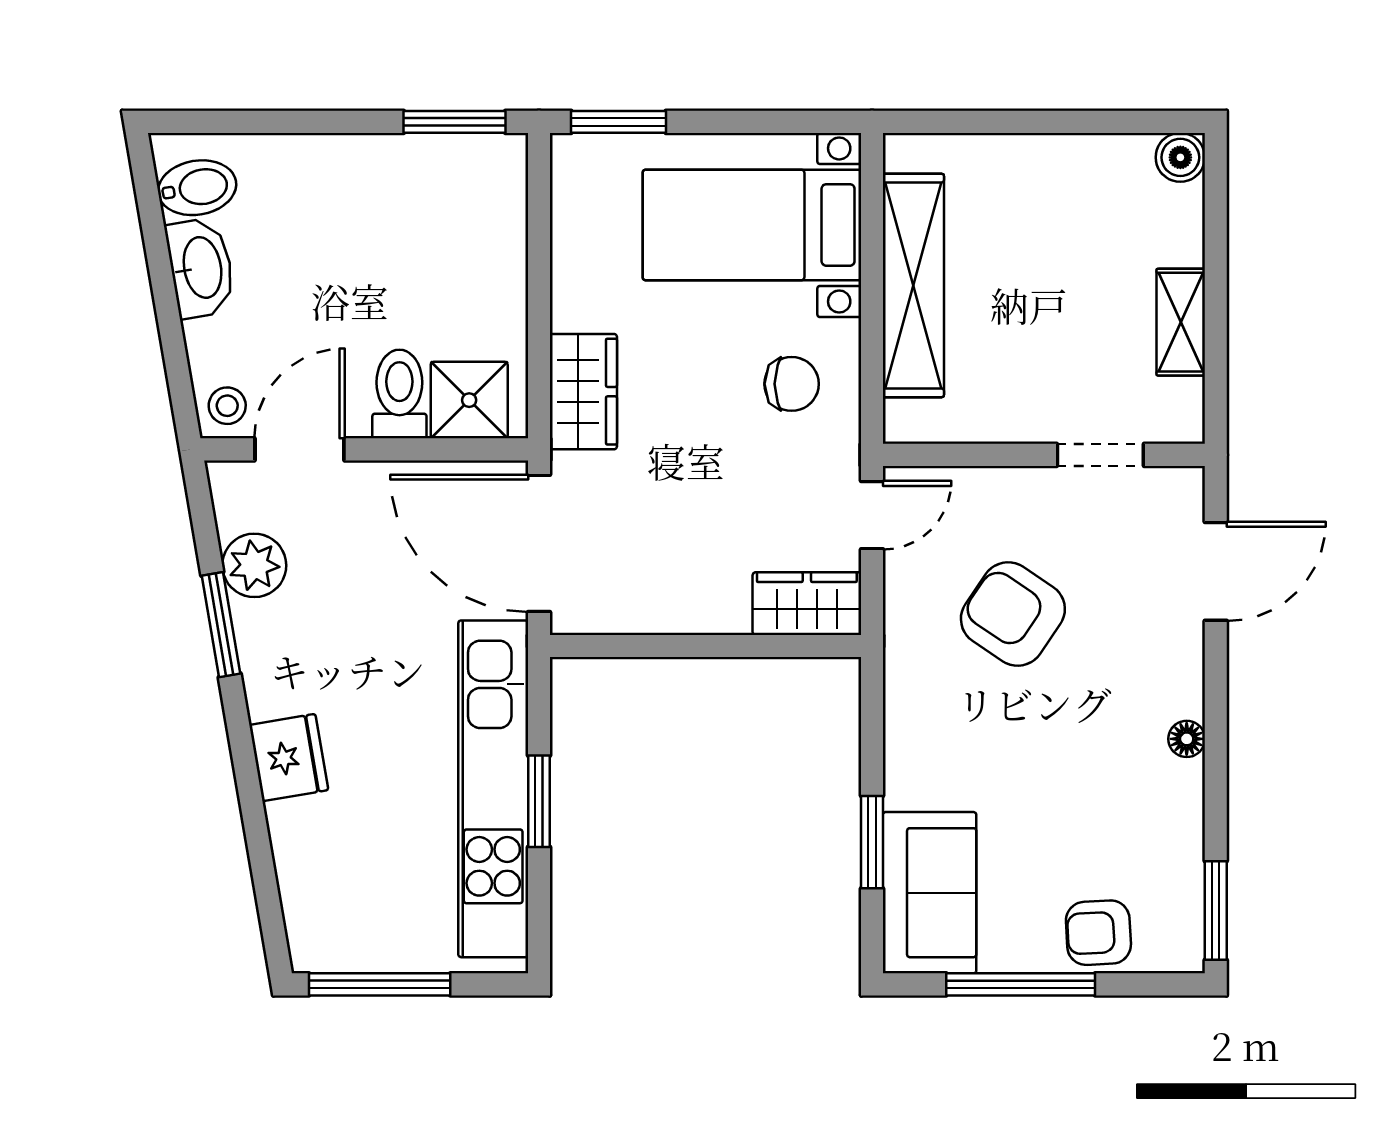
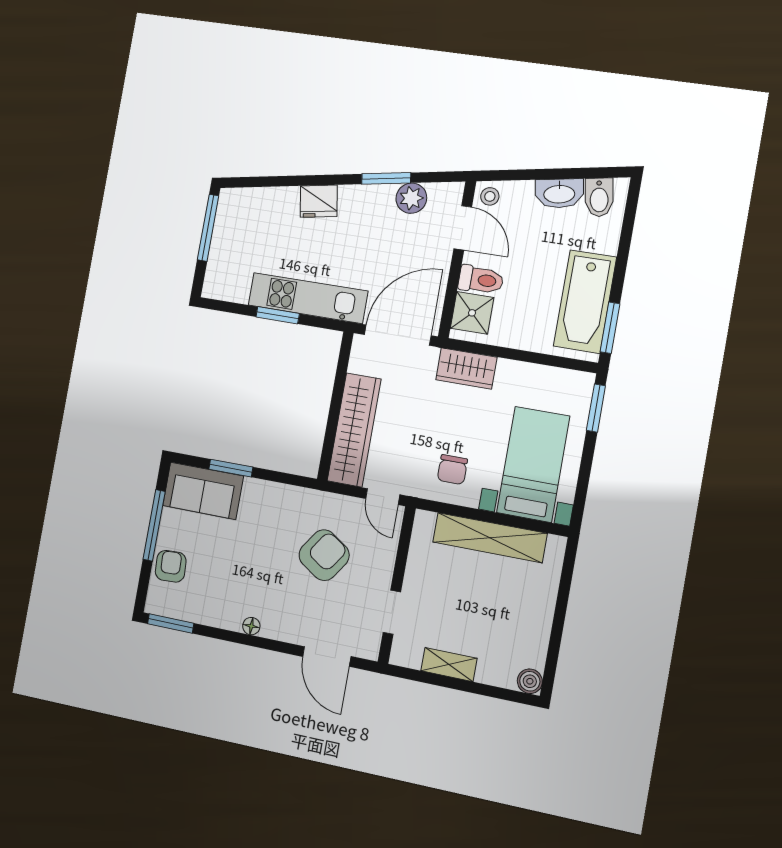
bathtub: (411, 179) -> (585, 302), added
wardrobe: (807, 604) -> (354, 430), width x2.10, depth x1.17
kitchen unit: (493, 789) -> (308, 298), width x0.73

